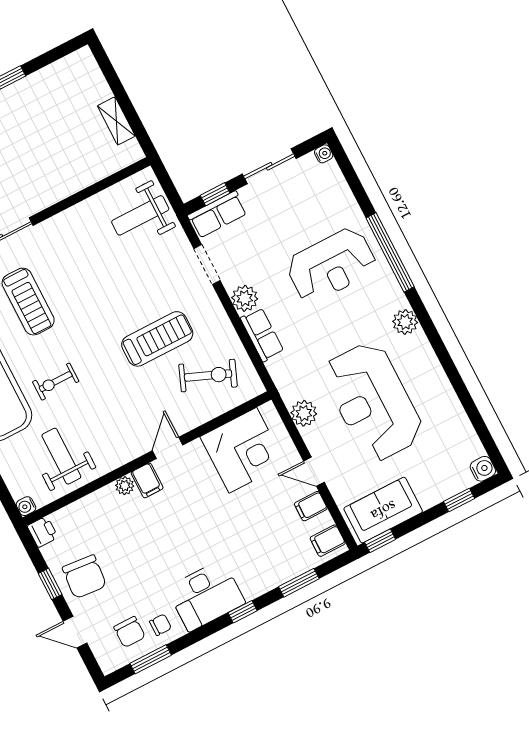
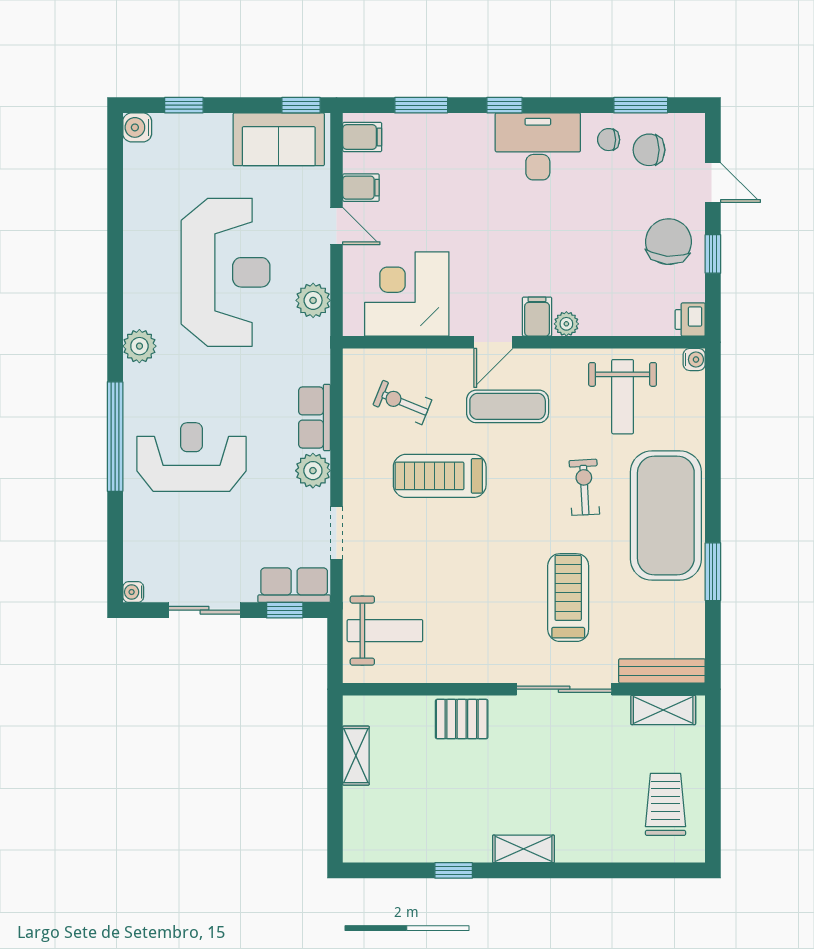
pallet: (58, 182) -> (462, 719), added
exercise bike: (208, 376) -> (402, 402), width x0.73, depth x0.72
exercise bike: (56, 382) -> (584, 487), turned -93
exercise mat: (136, 409) -> (508, 406), added
chair: (130, 632) -> (649, 150), turned -90

